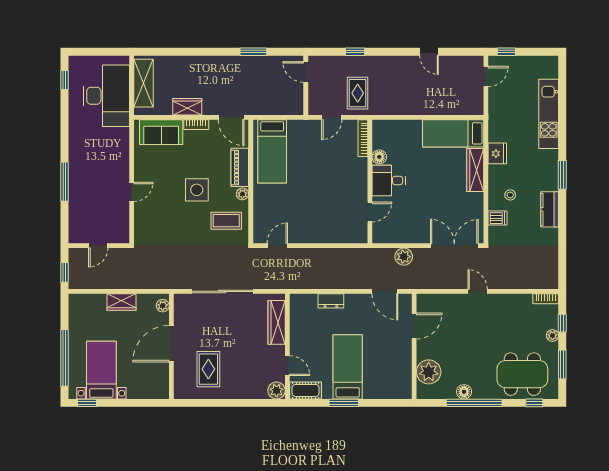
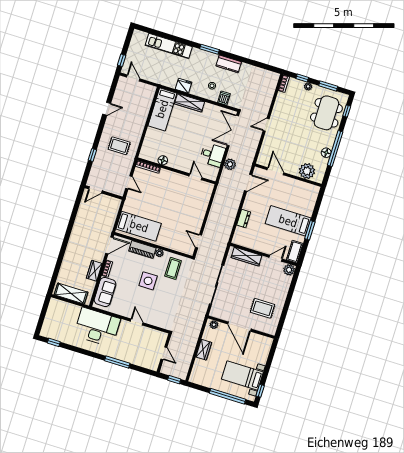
window: (253, 52) -> (73, 219), removed
rug: (358, 93) -> (119, 146), moved
desk: (106, 96) -> (97, 327), moved
desk: (389, 180) -> (212, 155), moved, turned -90

